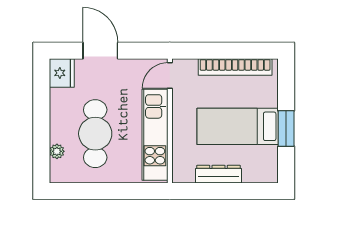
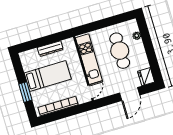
door: (100, 51) -> (130, 94), hinge flipped
window: (286, 129) -> (25, 92), moved

